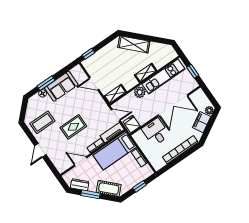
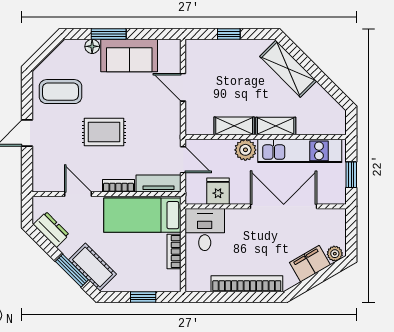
window: (88, 54) -> (229, 34), moved
shelving: (115, 94) -> (234, 126), moved
double door: (173, 105) -> (284, 206), swing flipped
fridge: (132, 124) -> (218, 191), moved
desk: (156, 132) -> (205, 230), moved
window: (91, 194) -> (72, 271), moved

